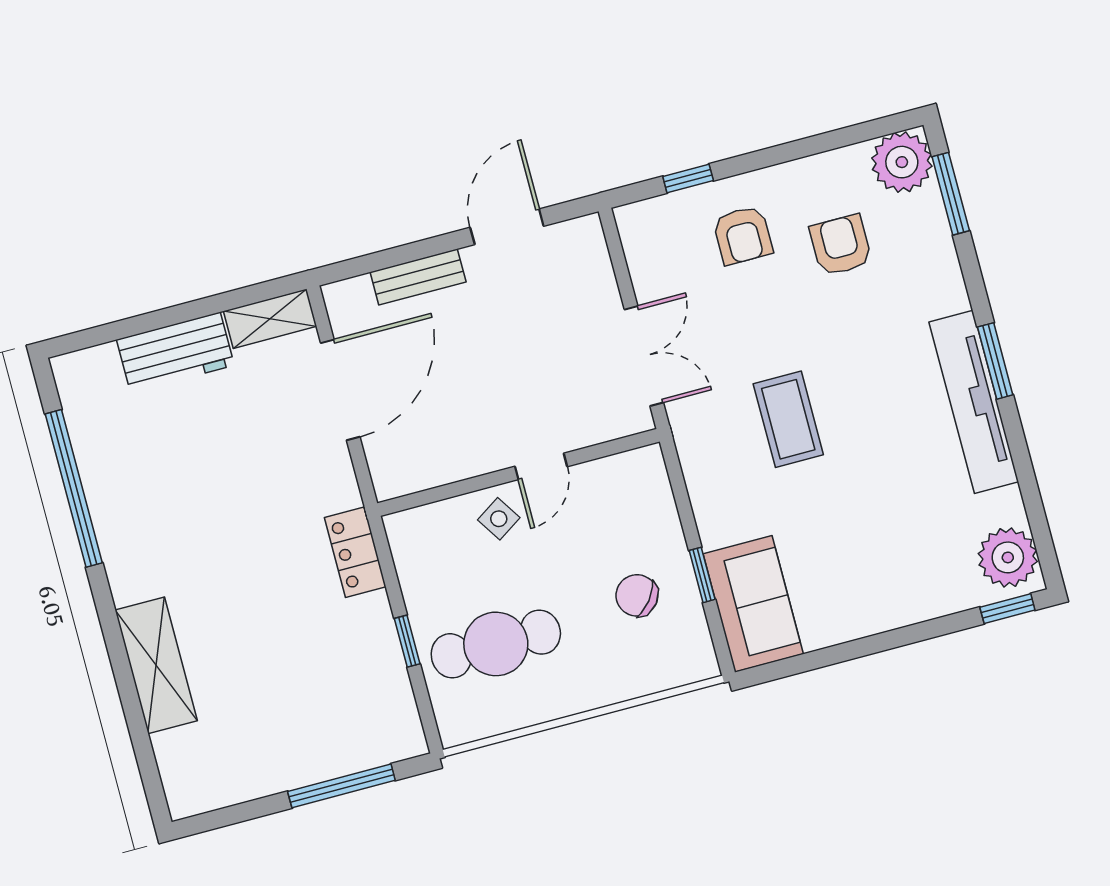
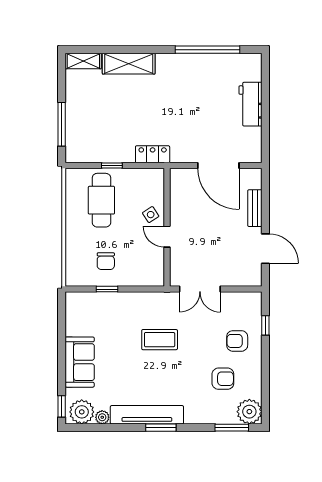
shelving: (270, 319) -> (83, 61), moved, turned 90
plant: (1008, 506) -> (102, 417), added
chair: (637, 595) -> (106, 261), turned 142
sofa: (753, 604) -> (80, 362), moved, turned -90

